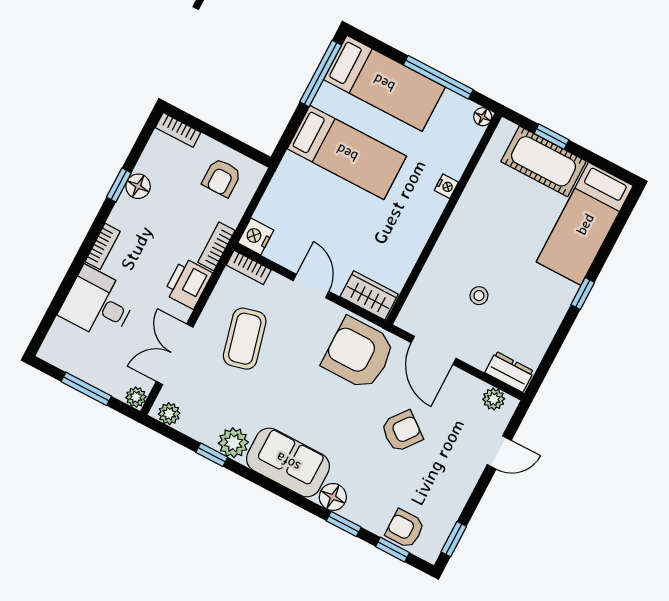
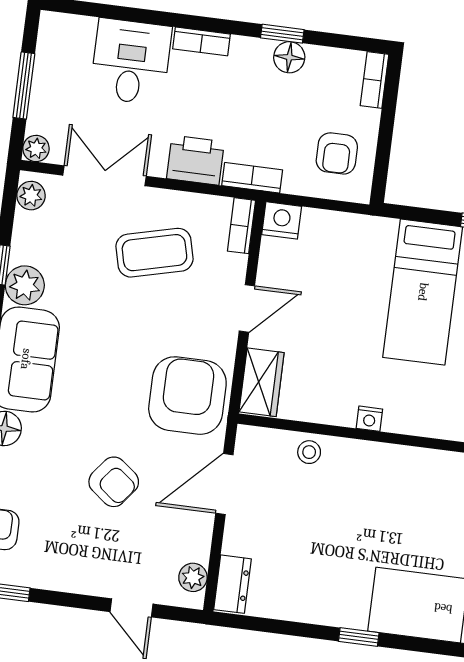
armchair: (222, 178) -> (337, 153), turned -90
nightstand: (446, 186) -> (369, 419), moved
stool: (479, 296) -> (309, 452), moved

